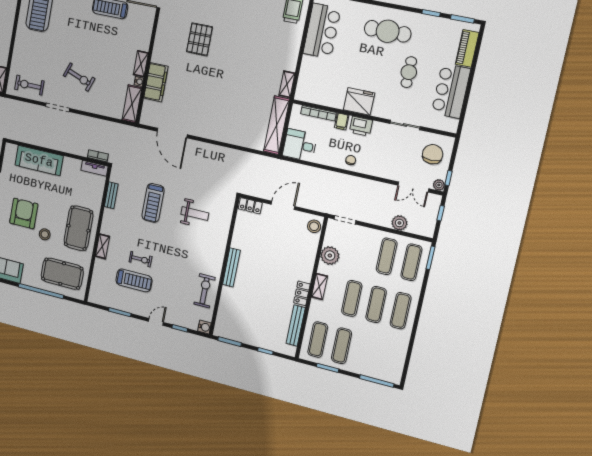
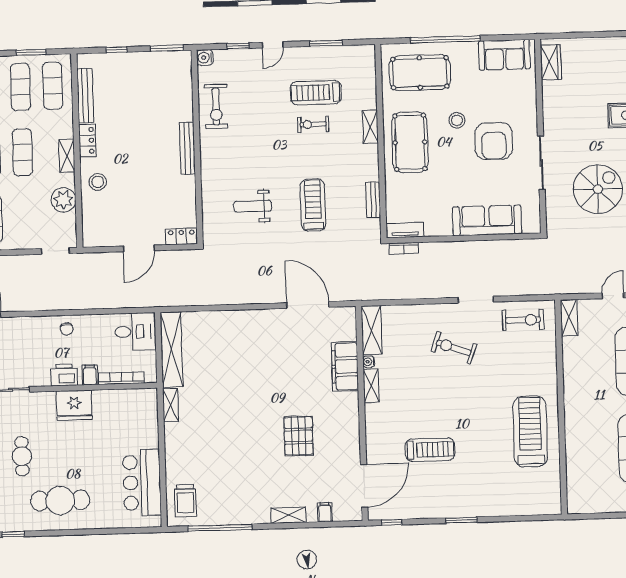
stool: (314, 226) -> (98, 182), moved

